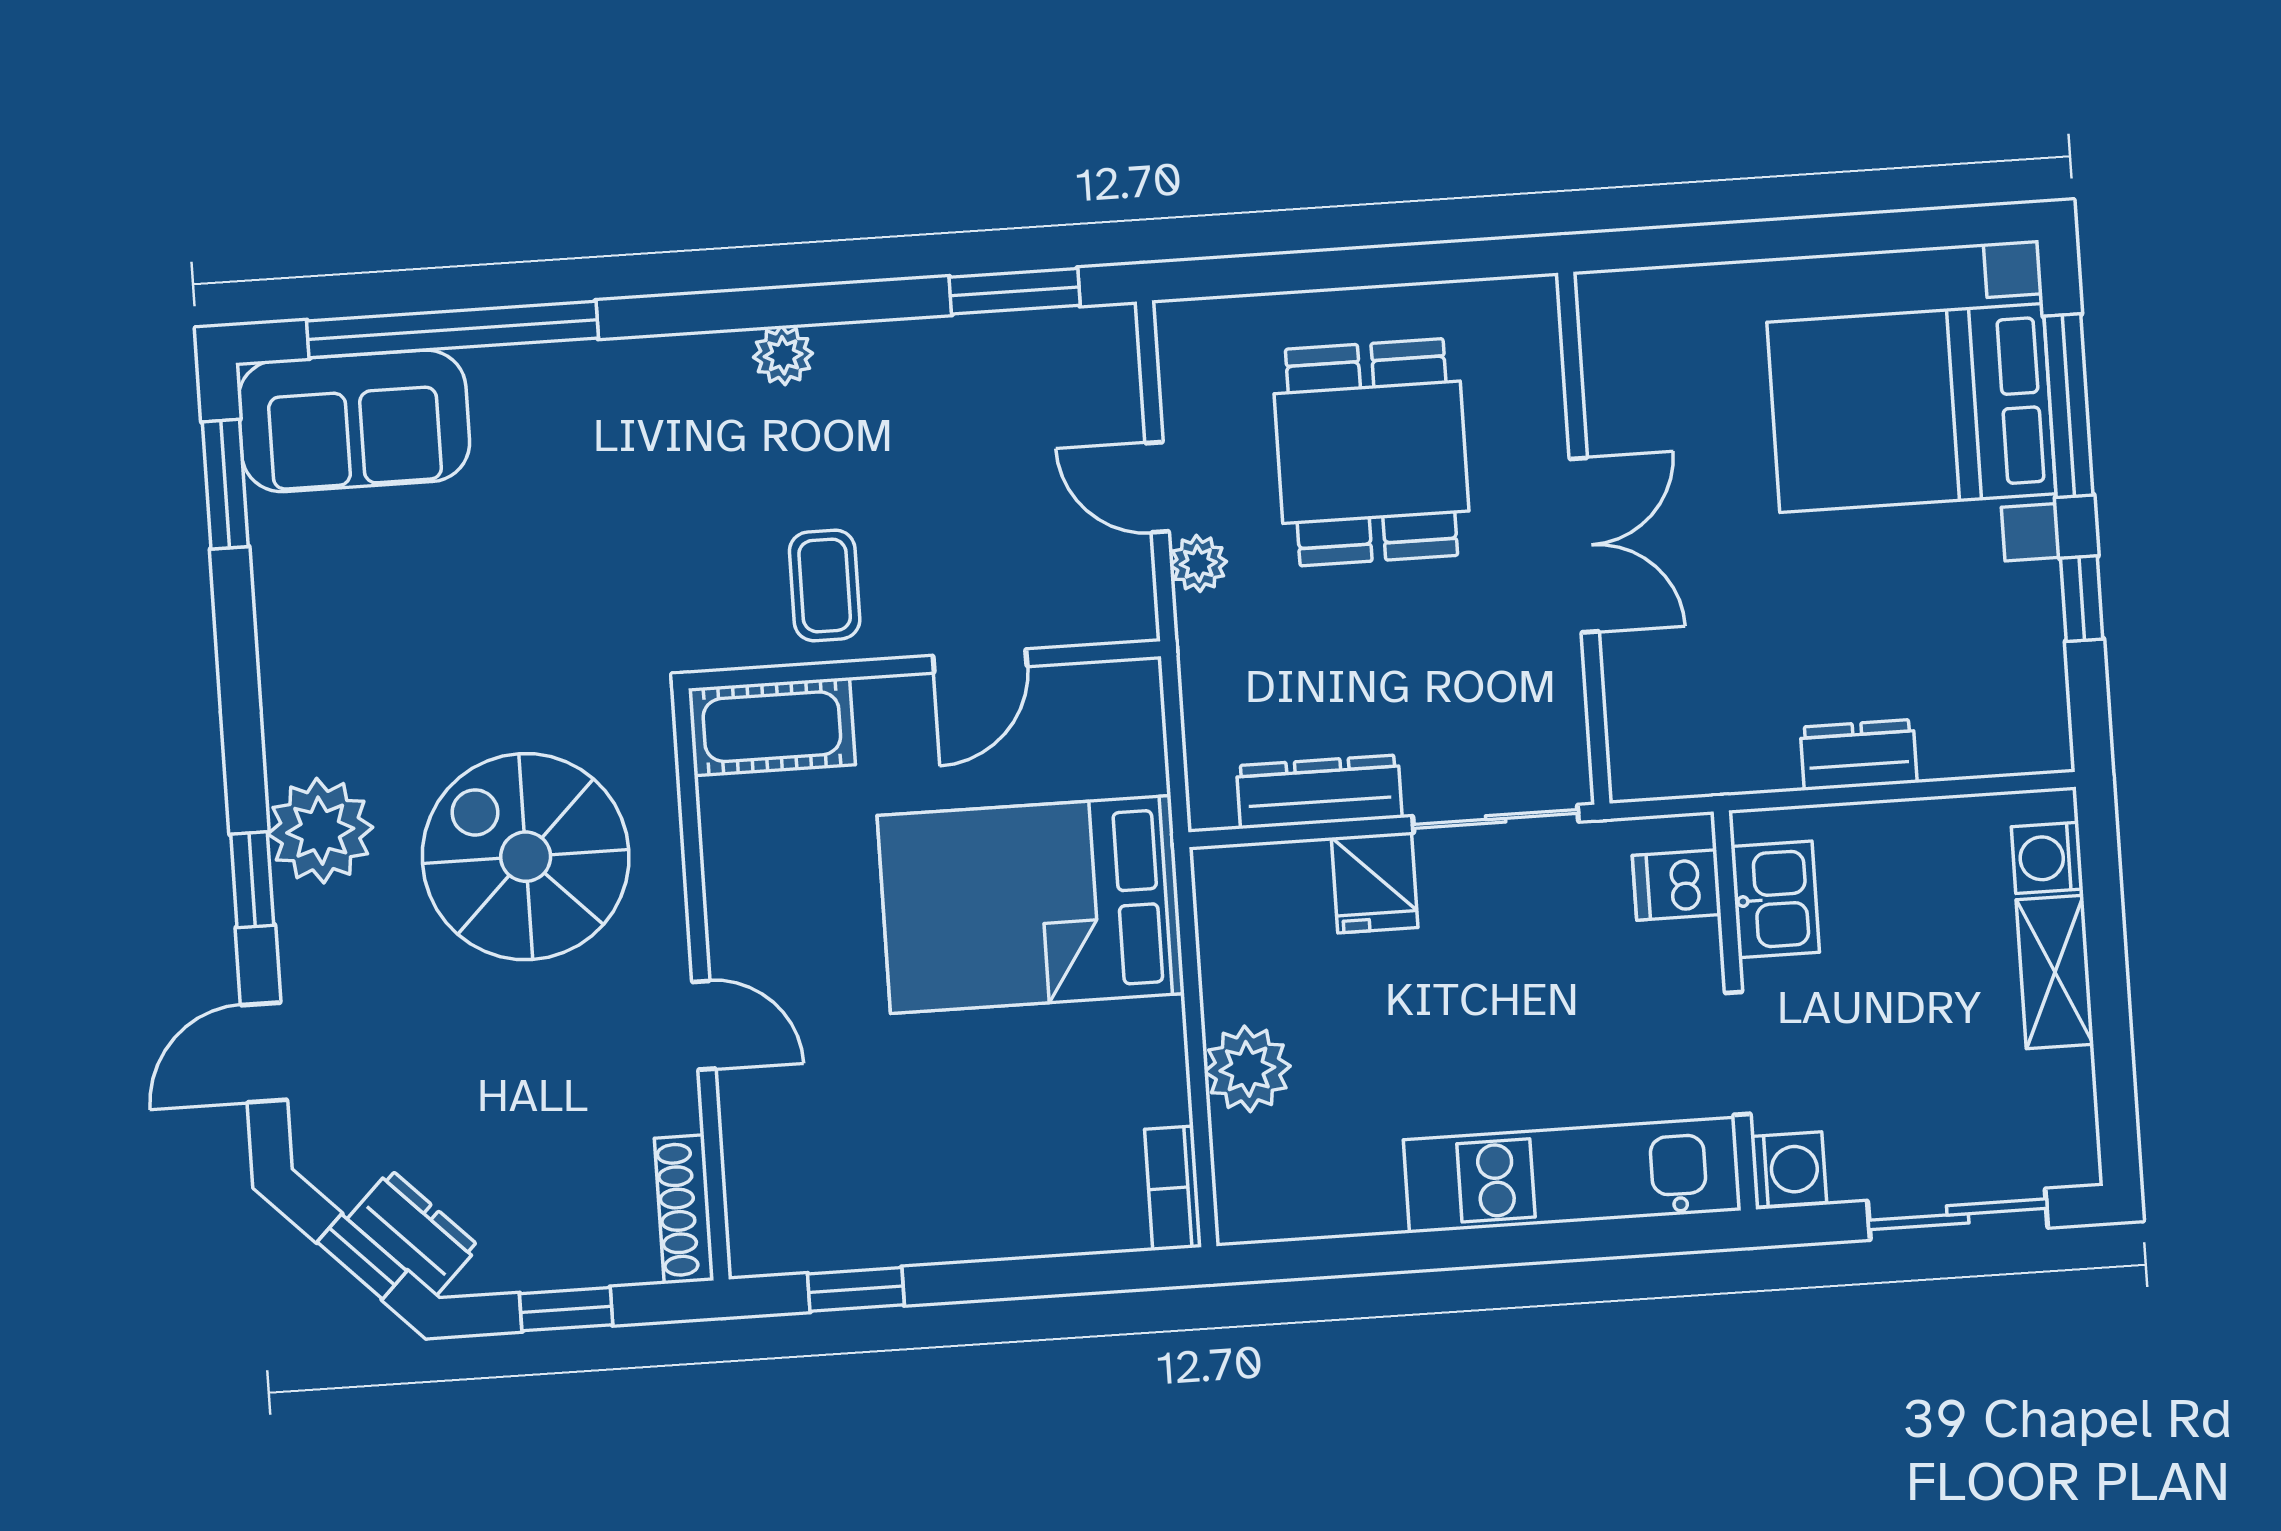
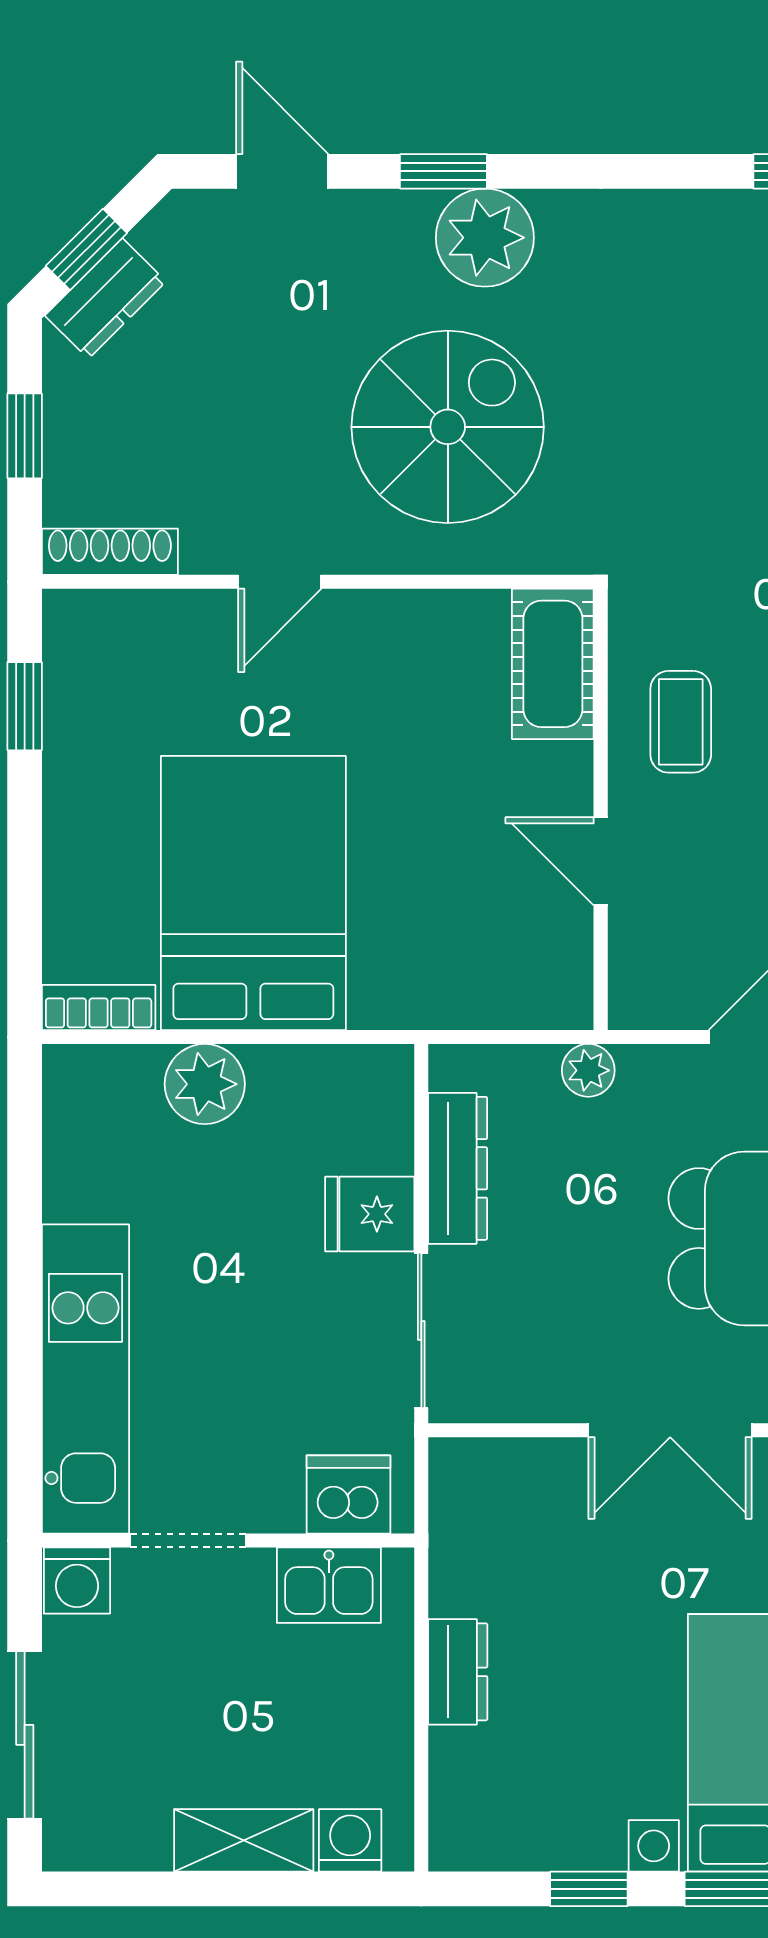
plant: (1198, 563) -> (588, 1070), moved
coffee table: (825, 585) -> (681, 722), turned 90
dishwasher: (1677, 885) -> (348, 1495), width x1.38
bed: (1031, 905) -> (253, 893), moved

